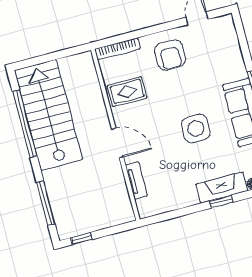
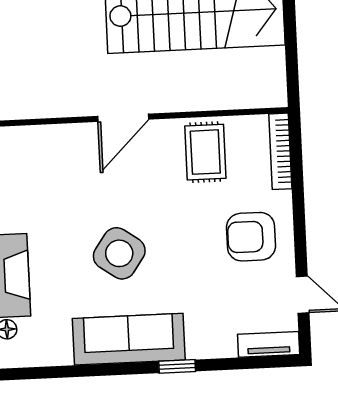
side table: (196, 129) -> (119, 253), turned 35
tv unit: (136, 181) -> (269, 344), moved, turned 180

